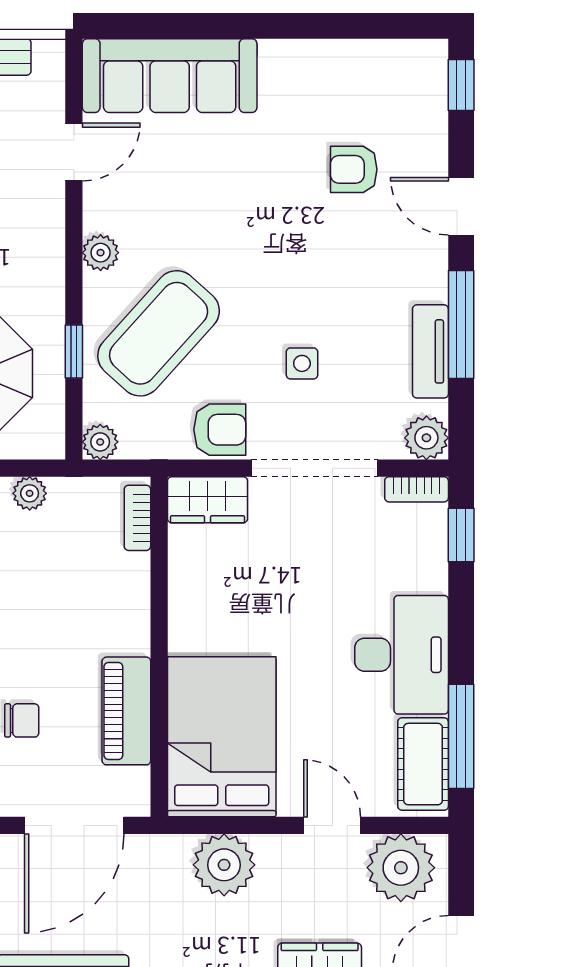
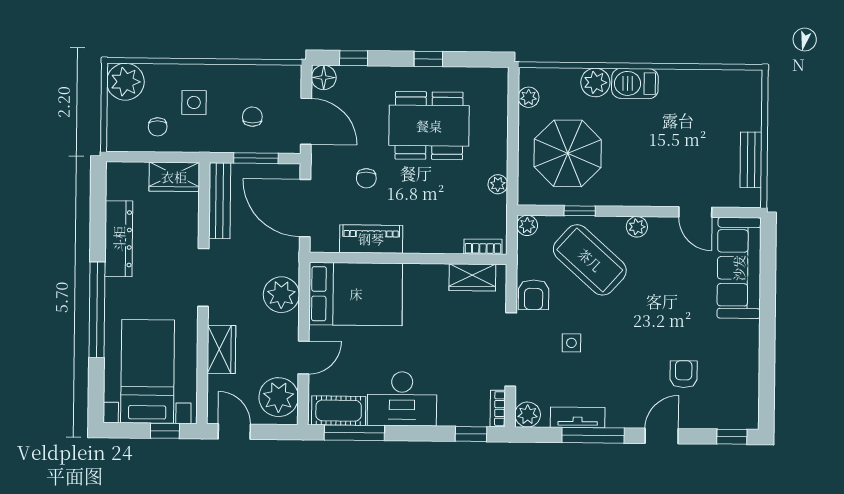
wardrobe: (208, 500) -> (472, 277), moved, turned -90

